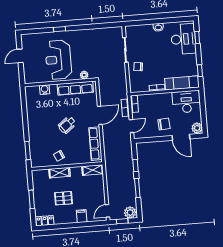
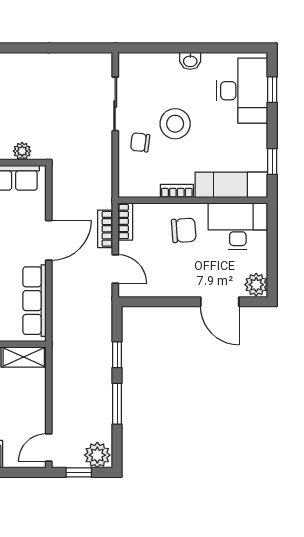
stool: (154, 57) -> (175, 124), added
chair: (164, 124) -> (184, 230), moved
door: (131, 126) -> (115, 269), hinge flipped

